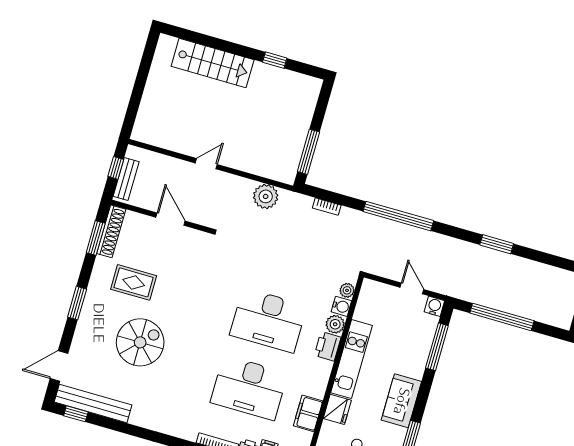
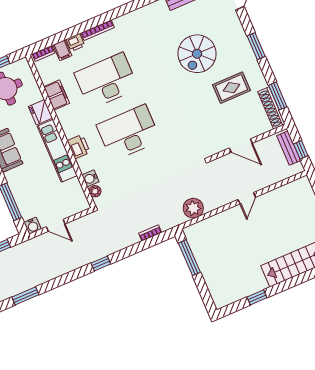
window: (398, 216) -> (101, 263), width x0.32
plant: (335, 324) -> (85, 164), removed

